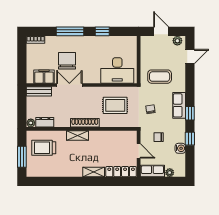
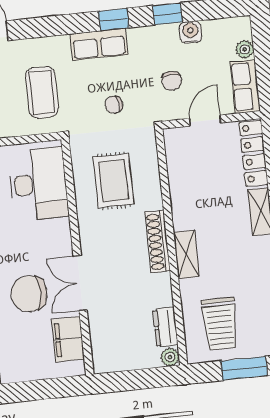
bench: (39, 91) -> (101, 347), removed

